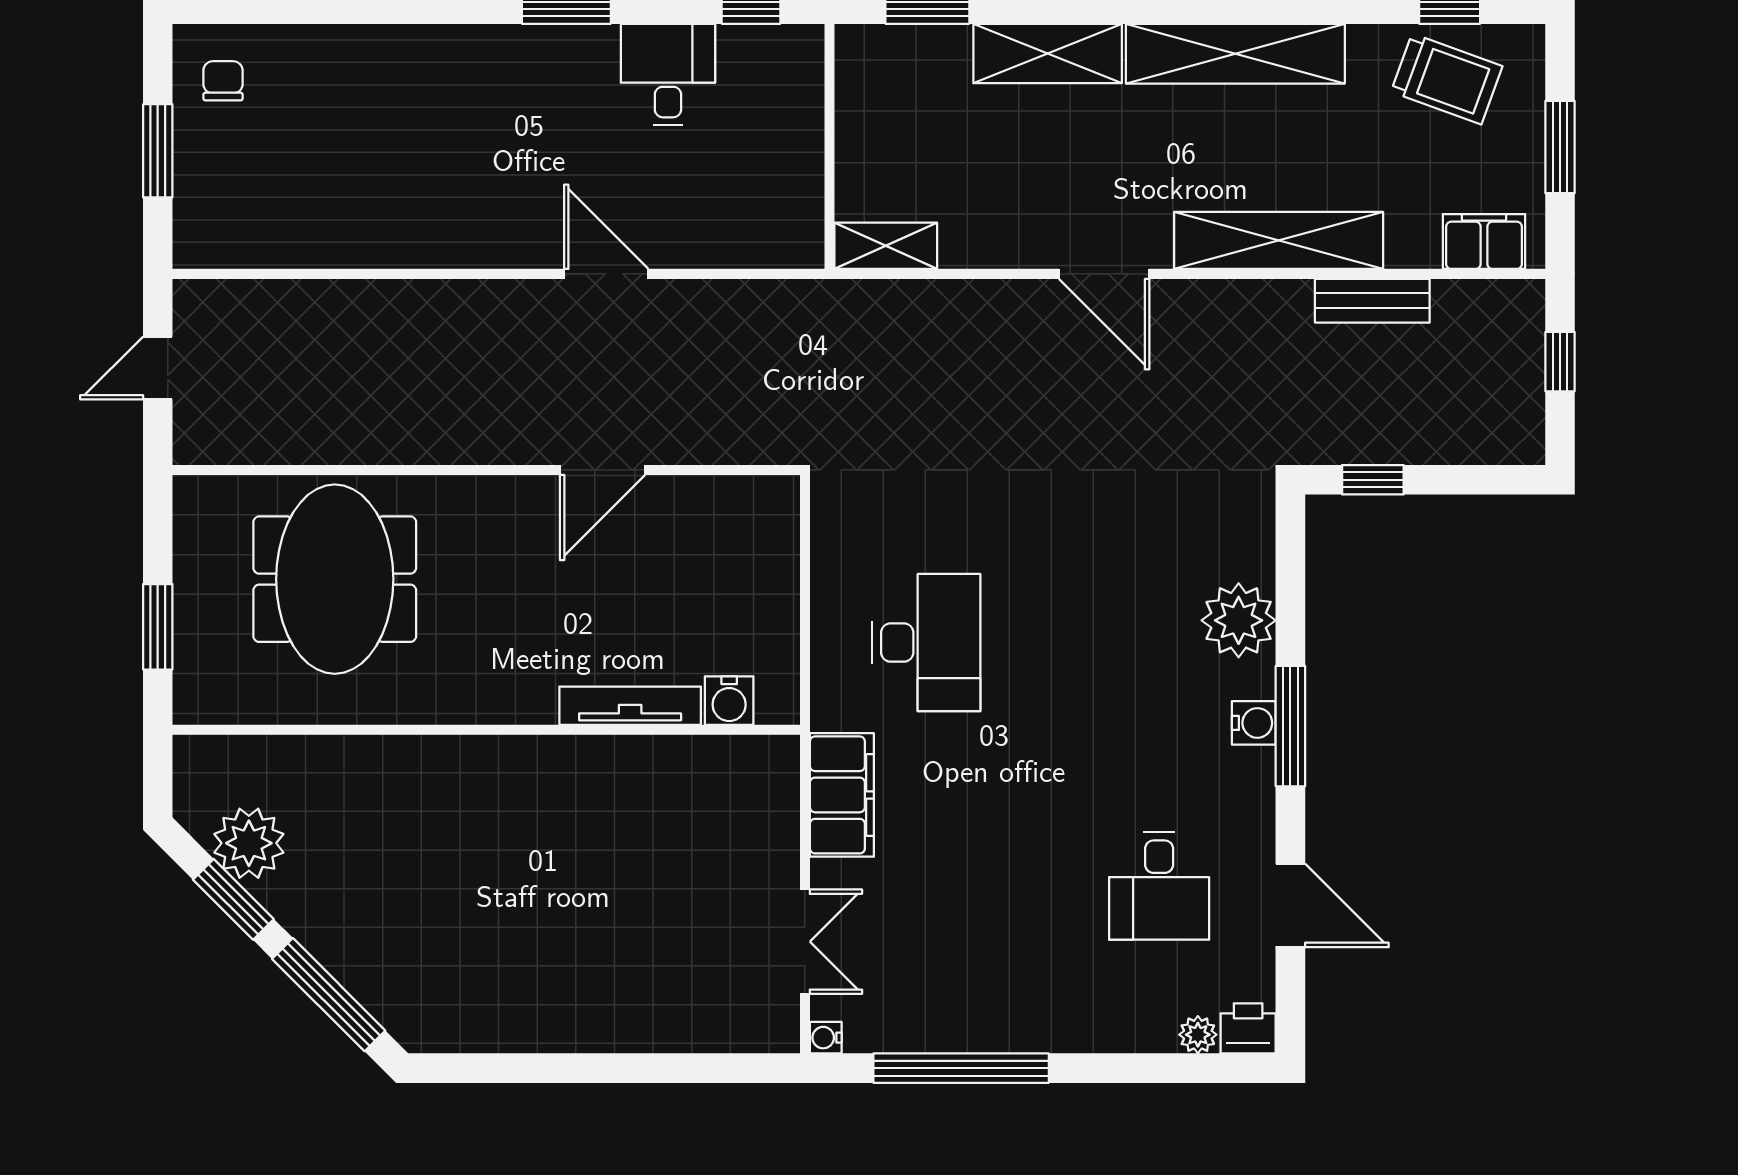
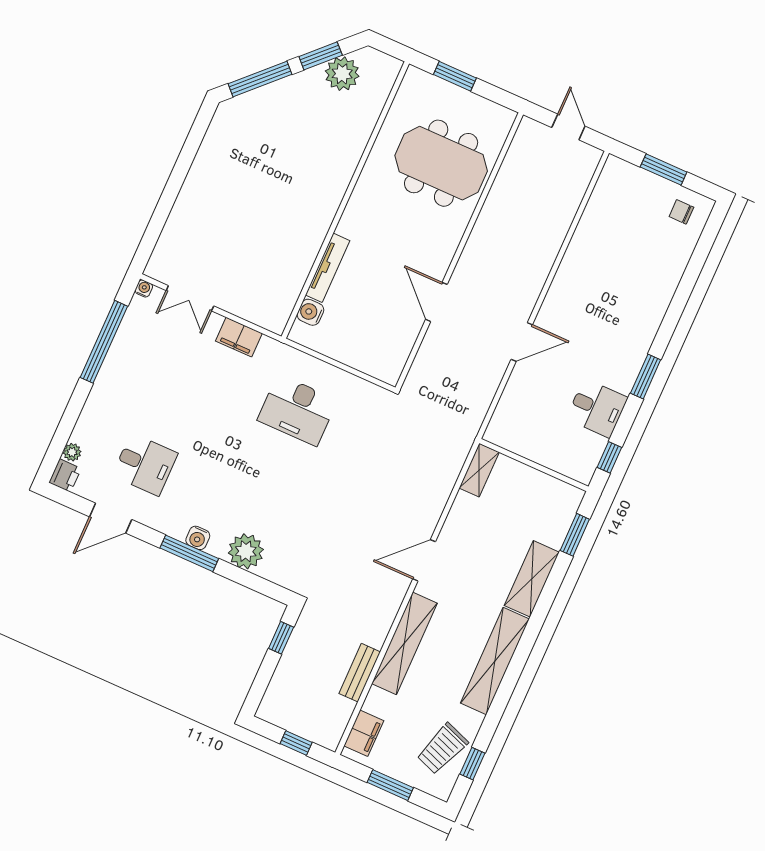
chair: (223, 81) -> (681, 212), turned 180
filing cabinet: (842, 795) -> (239, 337), width x0.67, depth x0.86
desk: (1159, 886) -> (145, 464), turned 180

